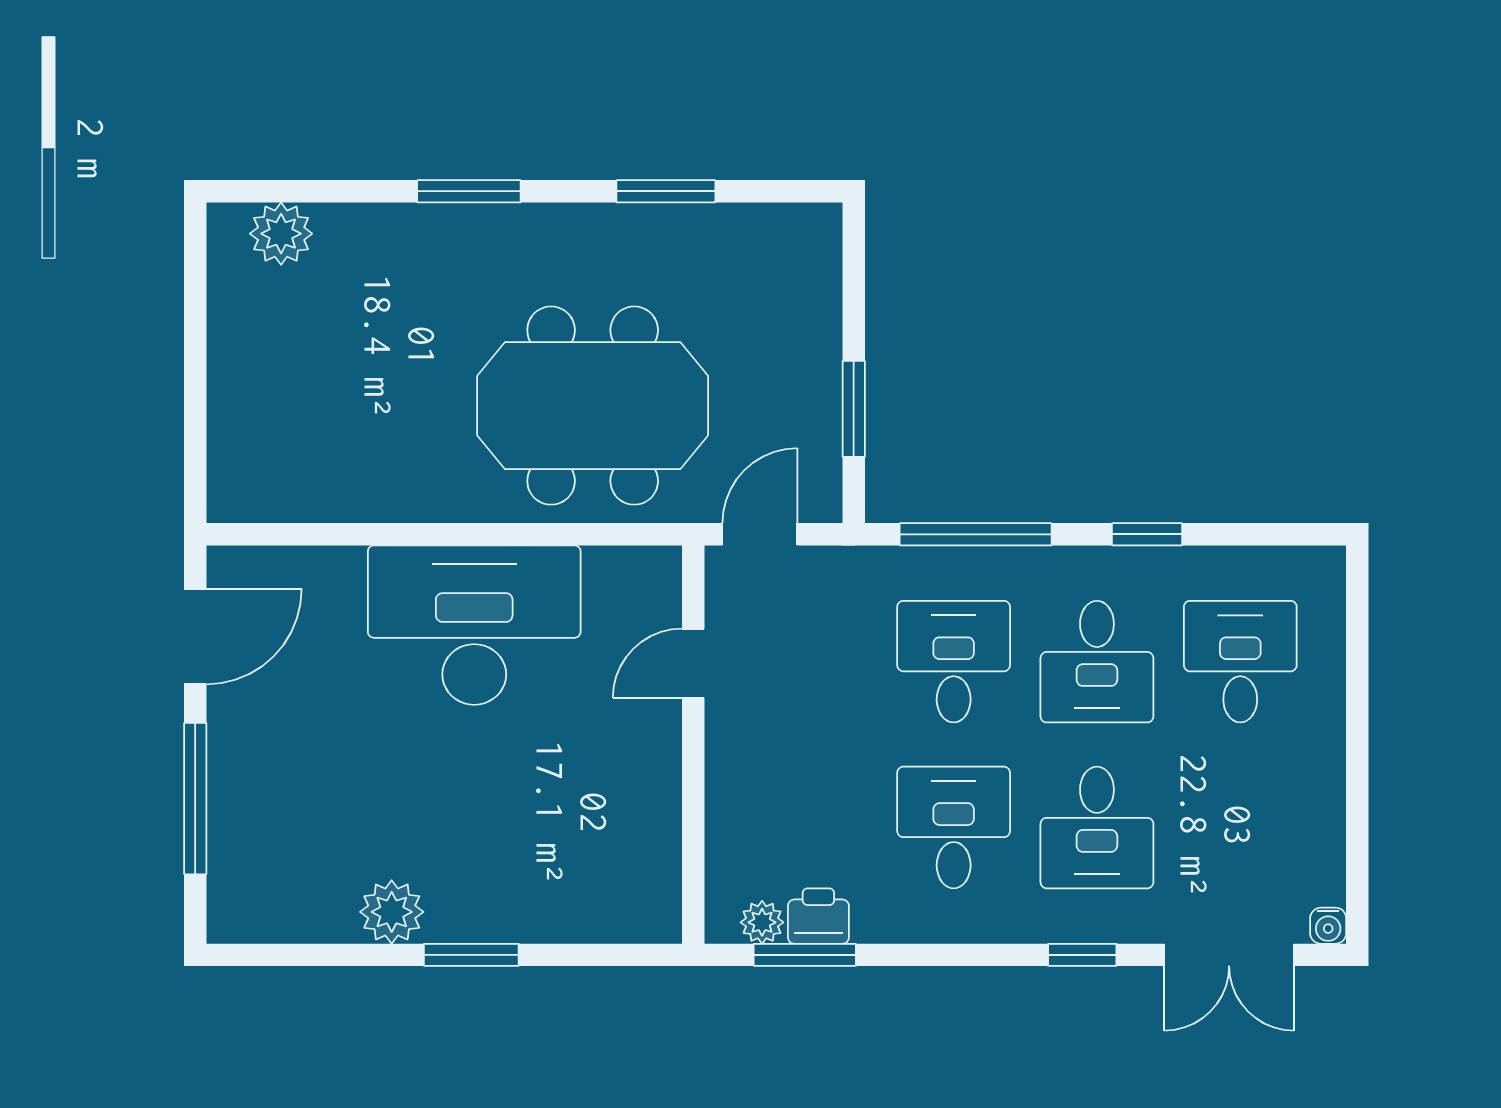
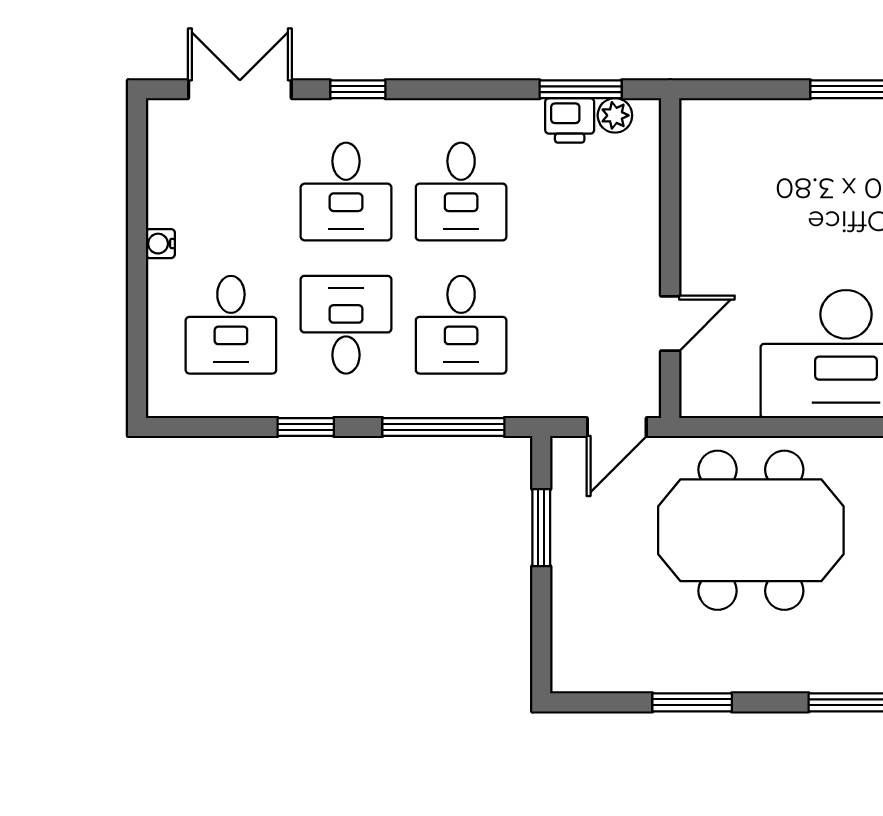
desk: (1097, 827) -> (346, 191), turned 180
water cooler: (1328, 926) -> (160, 244), moved, turned -90

